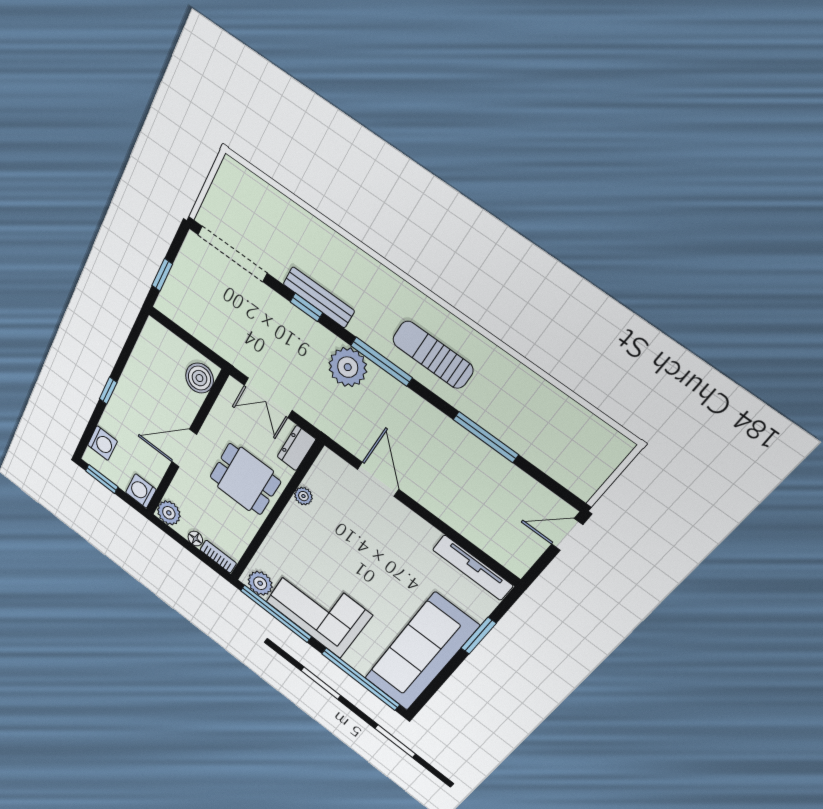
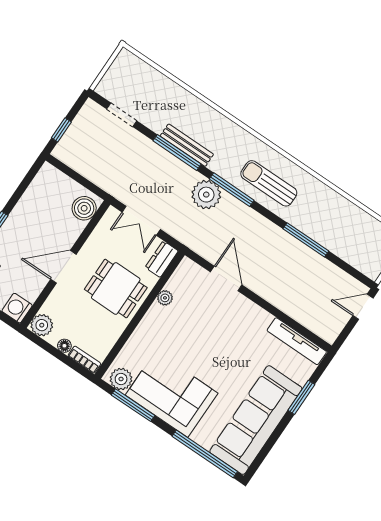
doorway: (232, 254) -> (122, 115), width x0.53
window: (306, 307) -> (177, 152), width x2.17
window: (276, 614) -> (133, 405), width x0.68

